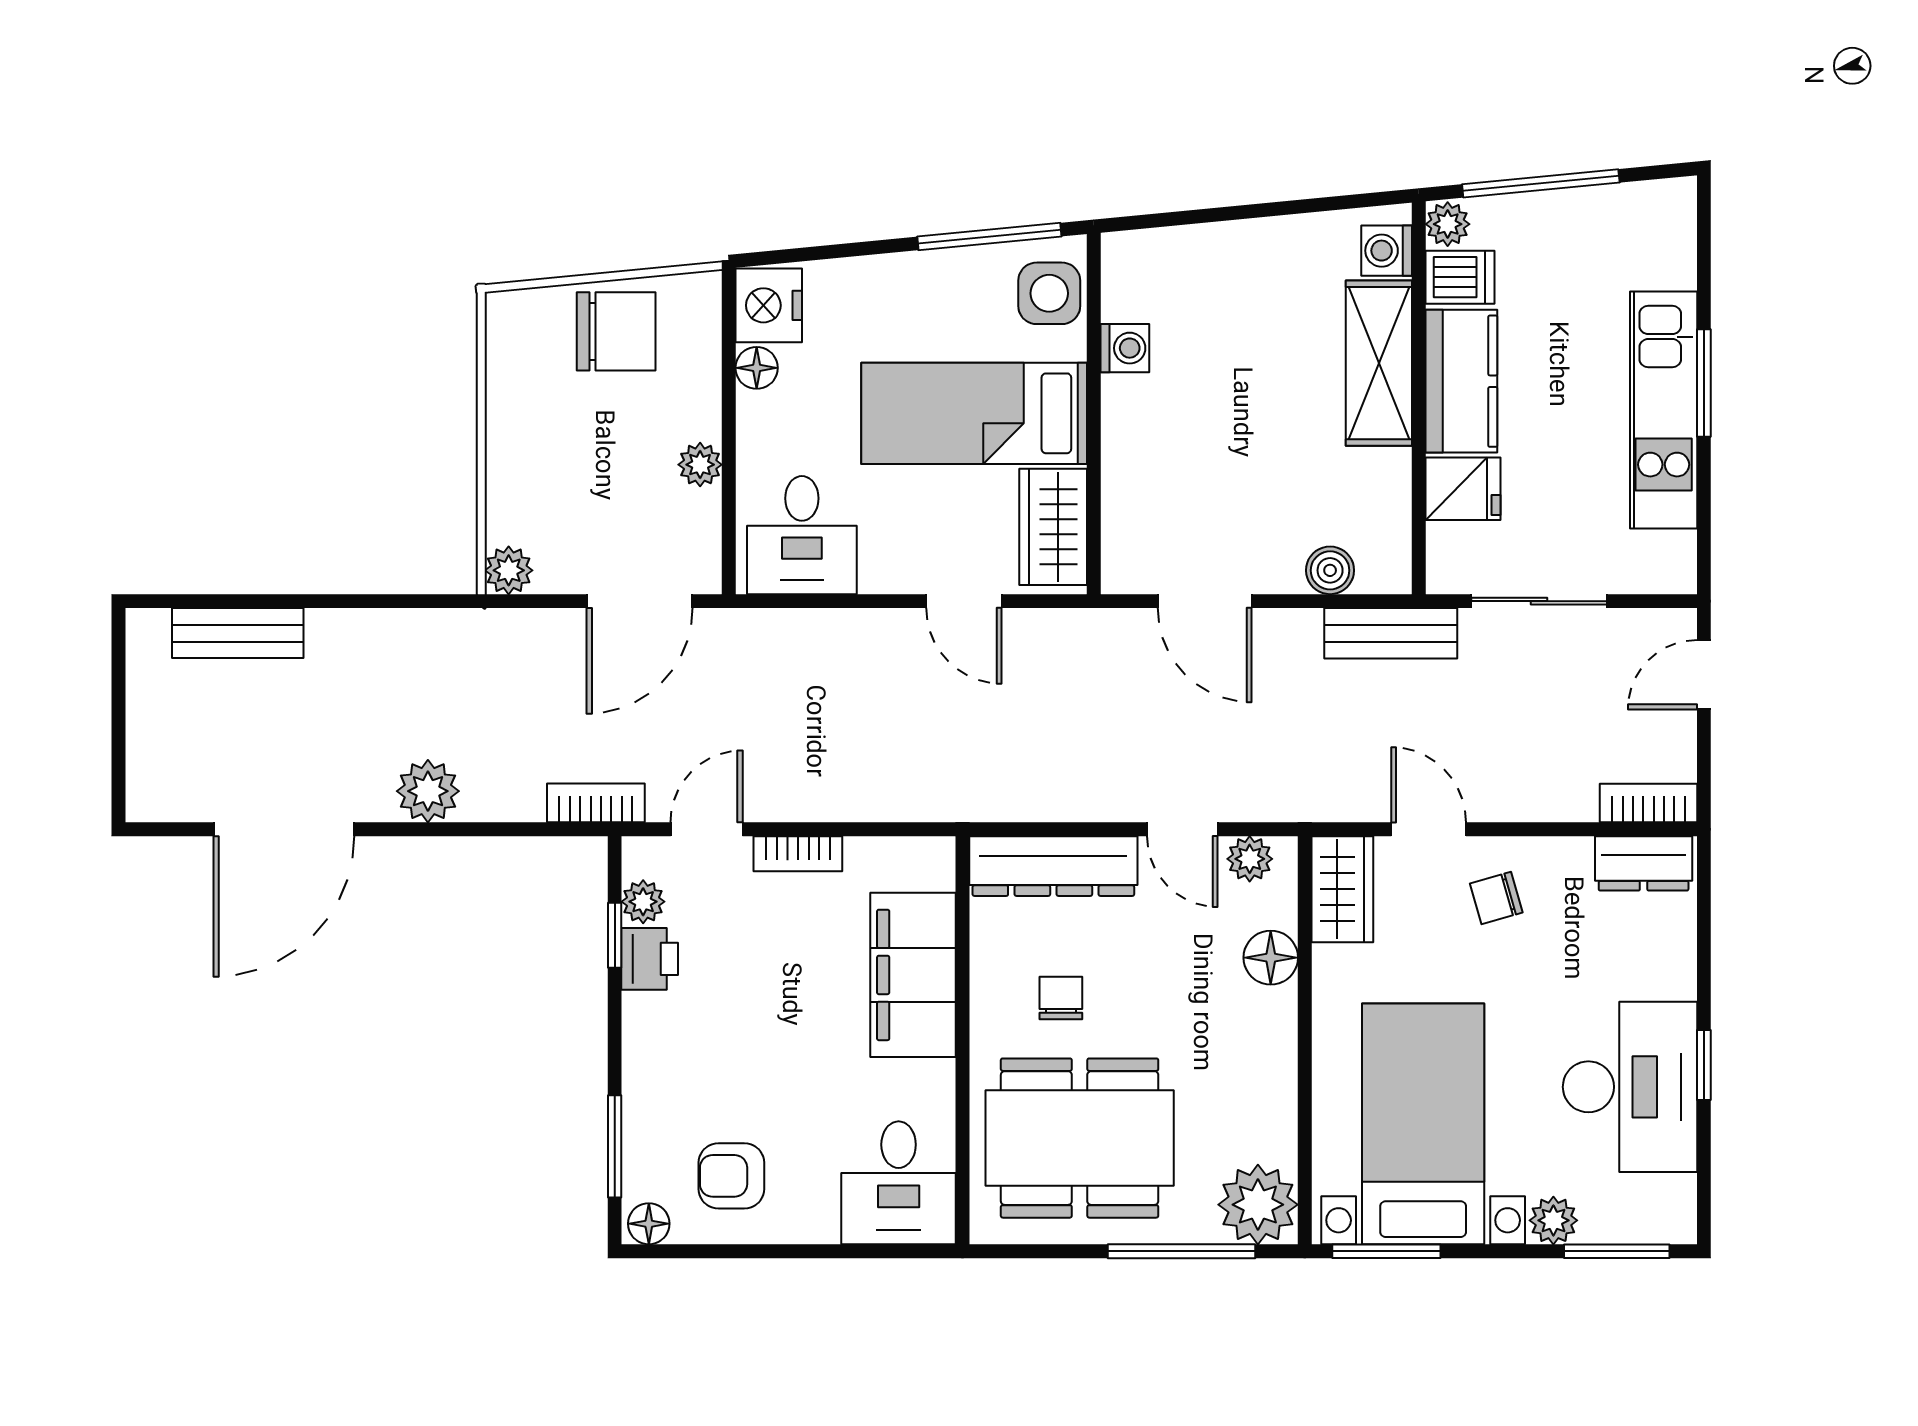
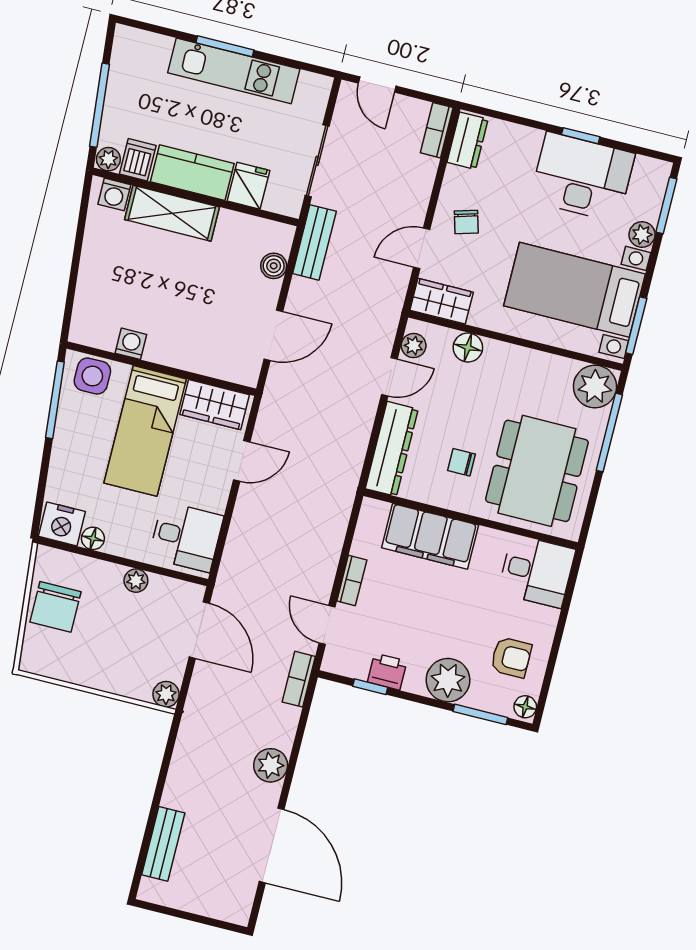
chair: (616, 331) -> (55, 607), turned 180
plant: (643, 902) -> (448, 680), moved, width x1.88, depth x1.88
armchair: (731, 1176) -> (511, 657), turned -90

